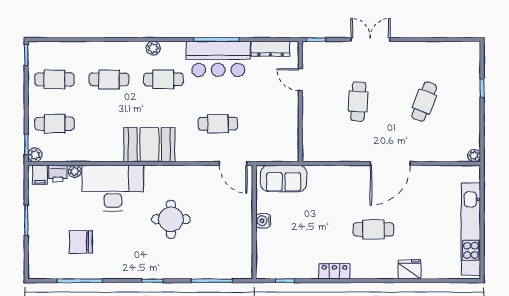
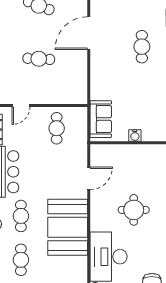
cafe table: (218, 124) -> (57, 128), moved
booth: (149, 145) -> (68, 227), width x1.36, depth x1.42
door: (233, 163) -> (89, 178), moved
door: (390, 163) -> (89, 33), swing flipped

